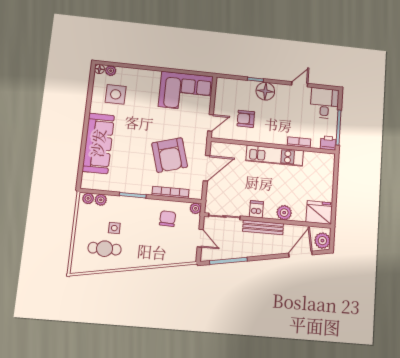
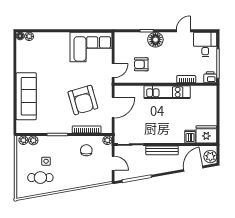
side table: (116, 94) -> (35, 55), removed
dishwasher: (256, 209) -> (190, 137), moved
plant: (284, 213) -> (178, 137), removed

